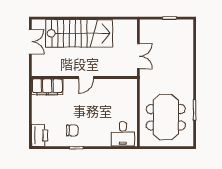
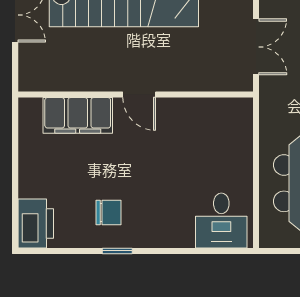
door: (86, 77) -> (139, 94), hinge flipped
filing cabinet: (47, 87) -> (78, 115), moved

